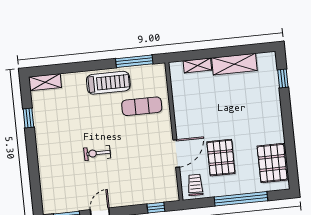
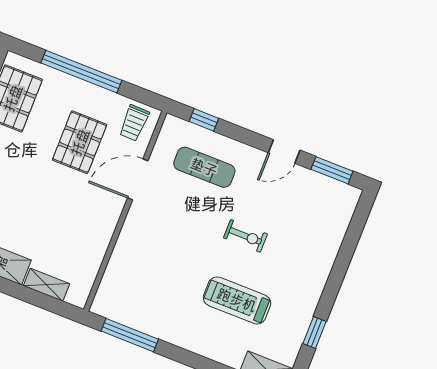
treadmill: (108, 83) -> (237, 300), moved
exercise mat: (142, 106) -> (204, 167), moved

